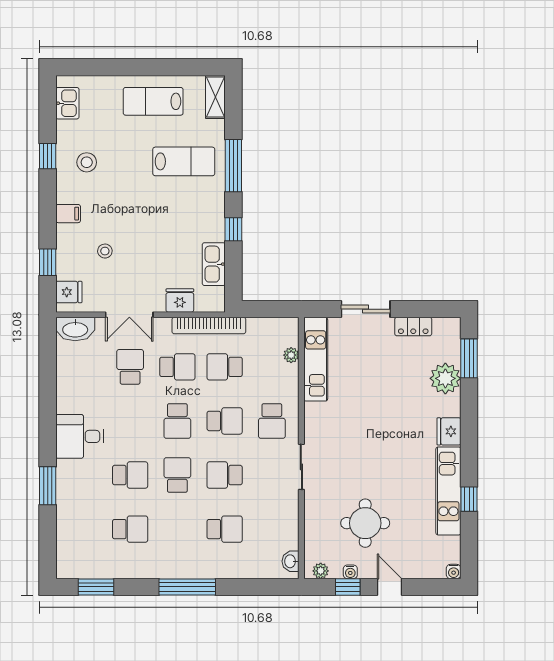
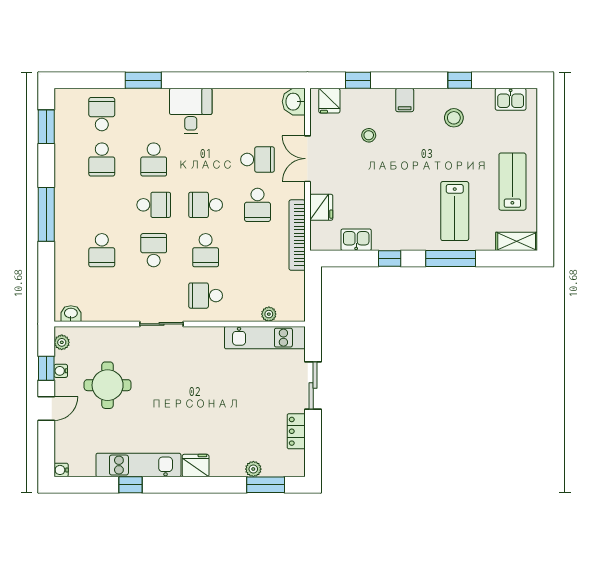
kitchen sink: (214, 264) -> (356, 240), width x0.73
washbasin: (75, 329) -> (294, 102), width x0.72
school desk: (225, 367) -> (102, 114), moved
plant: (445, 378) -> (253, 469), width x0.53, depth x0.53

